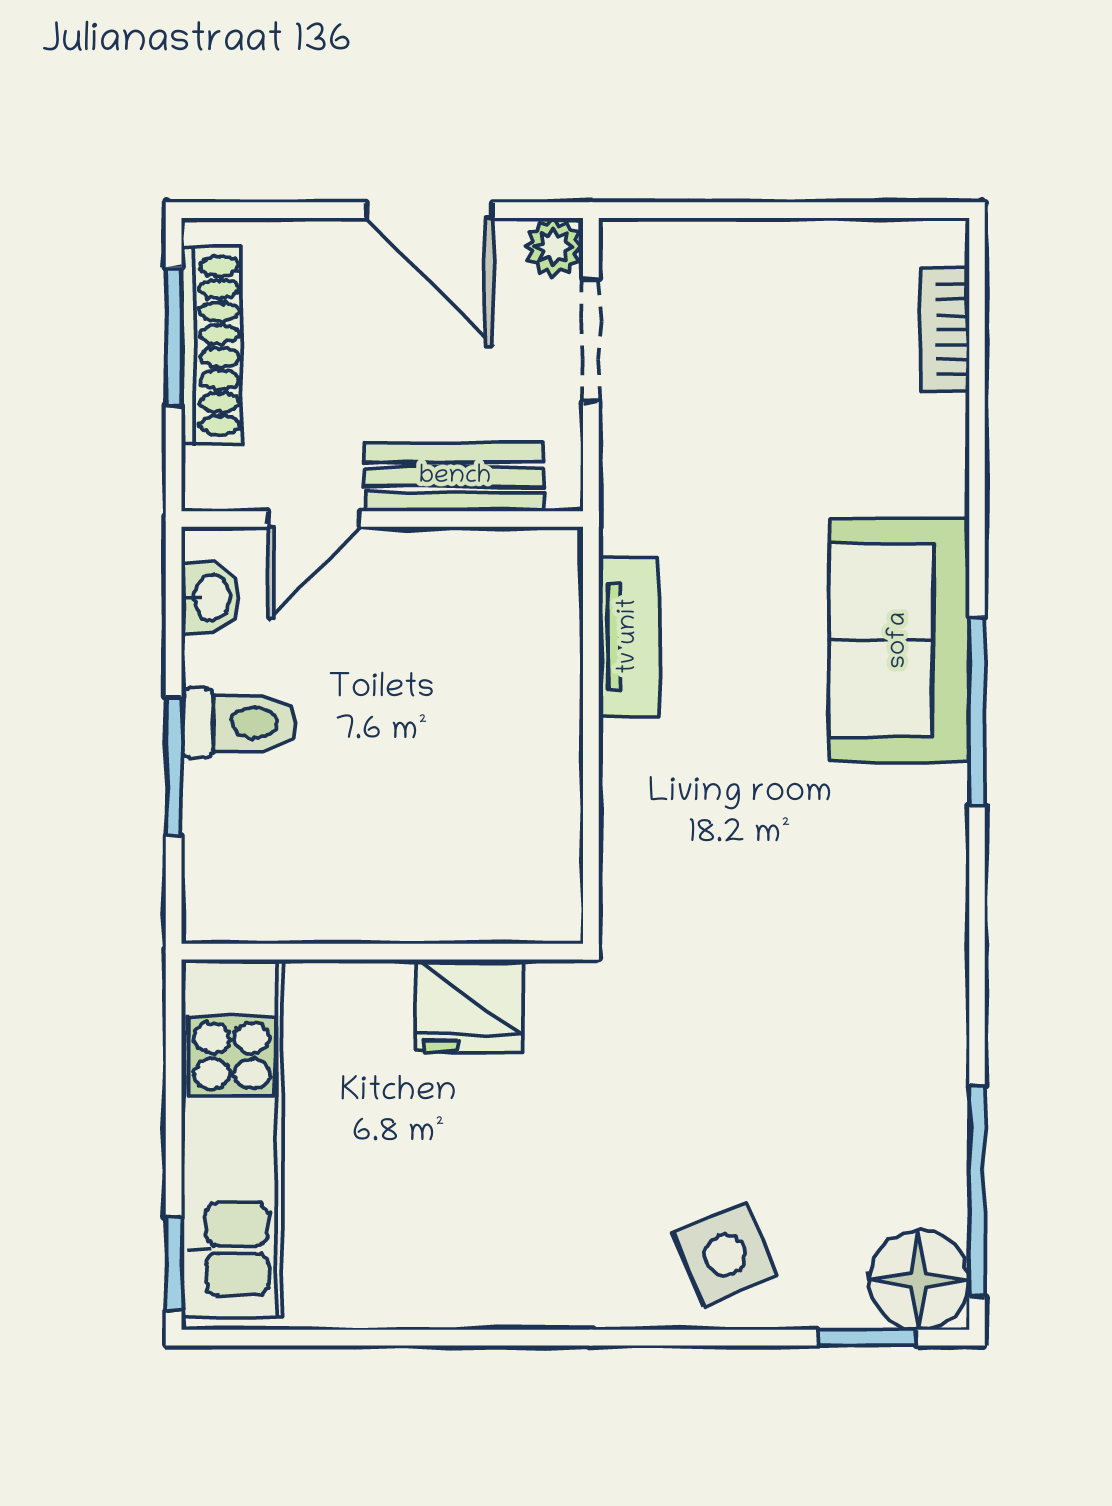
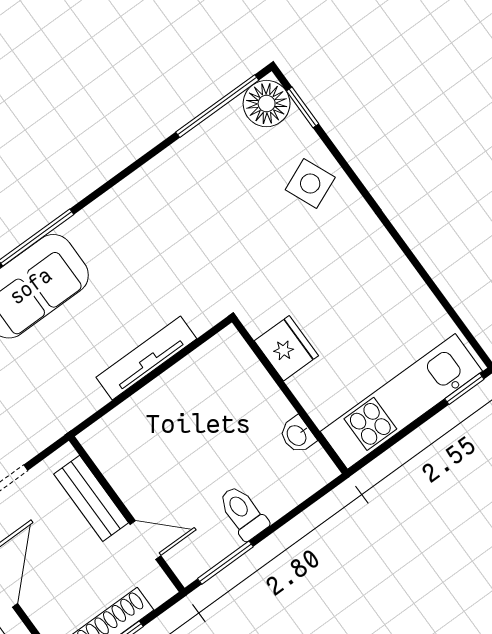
washbasin: (210, 598) -> (297, 435), moved, turned -90
tv unit: (629, 636) -> (146, 358), moved, width x1.41
window: (174, 766) -> (225, 563), moved

